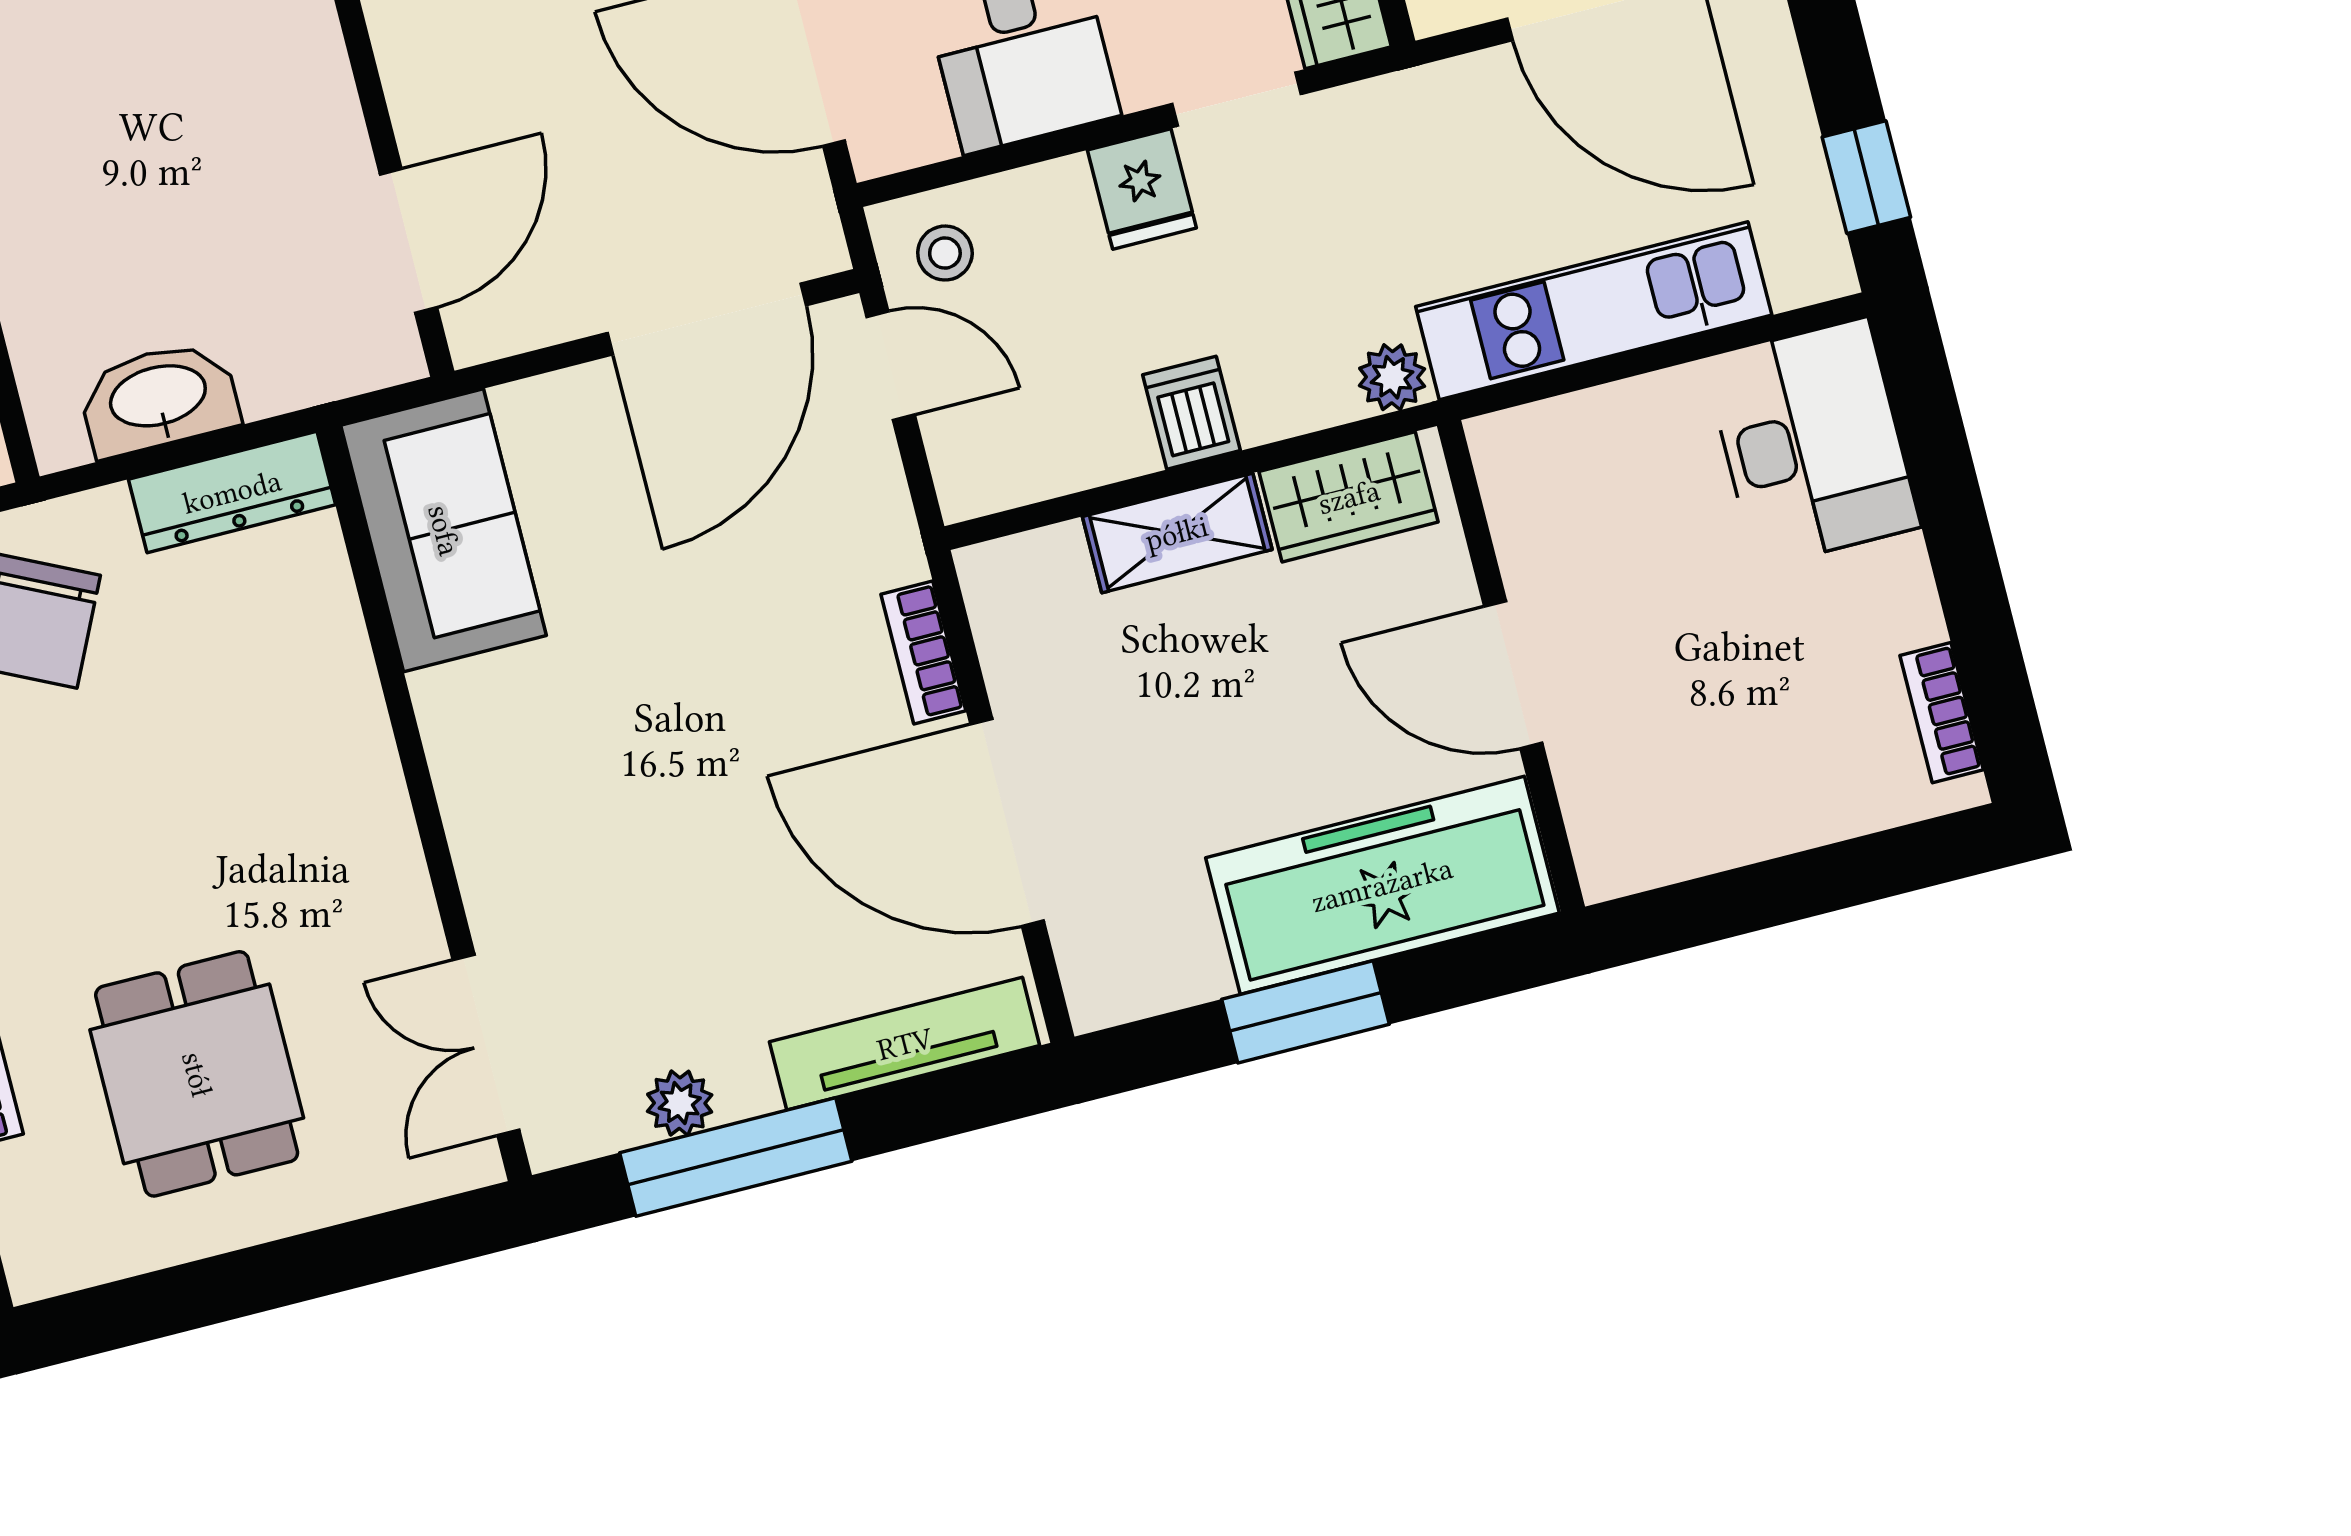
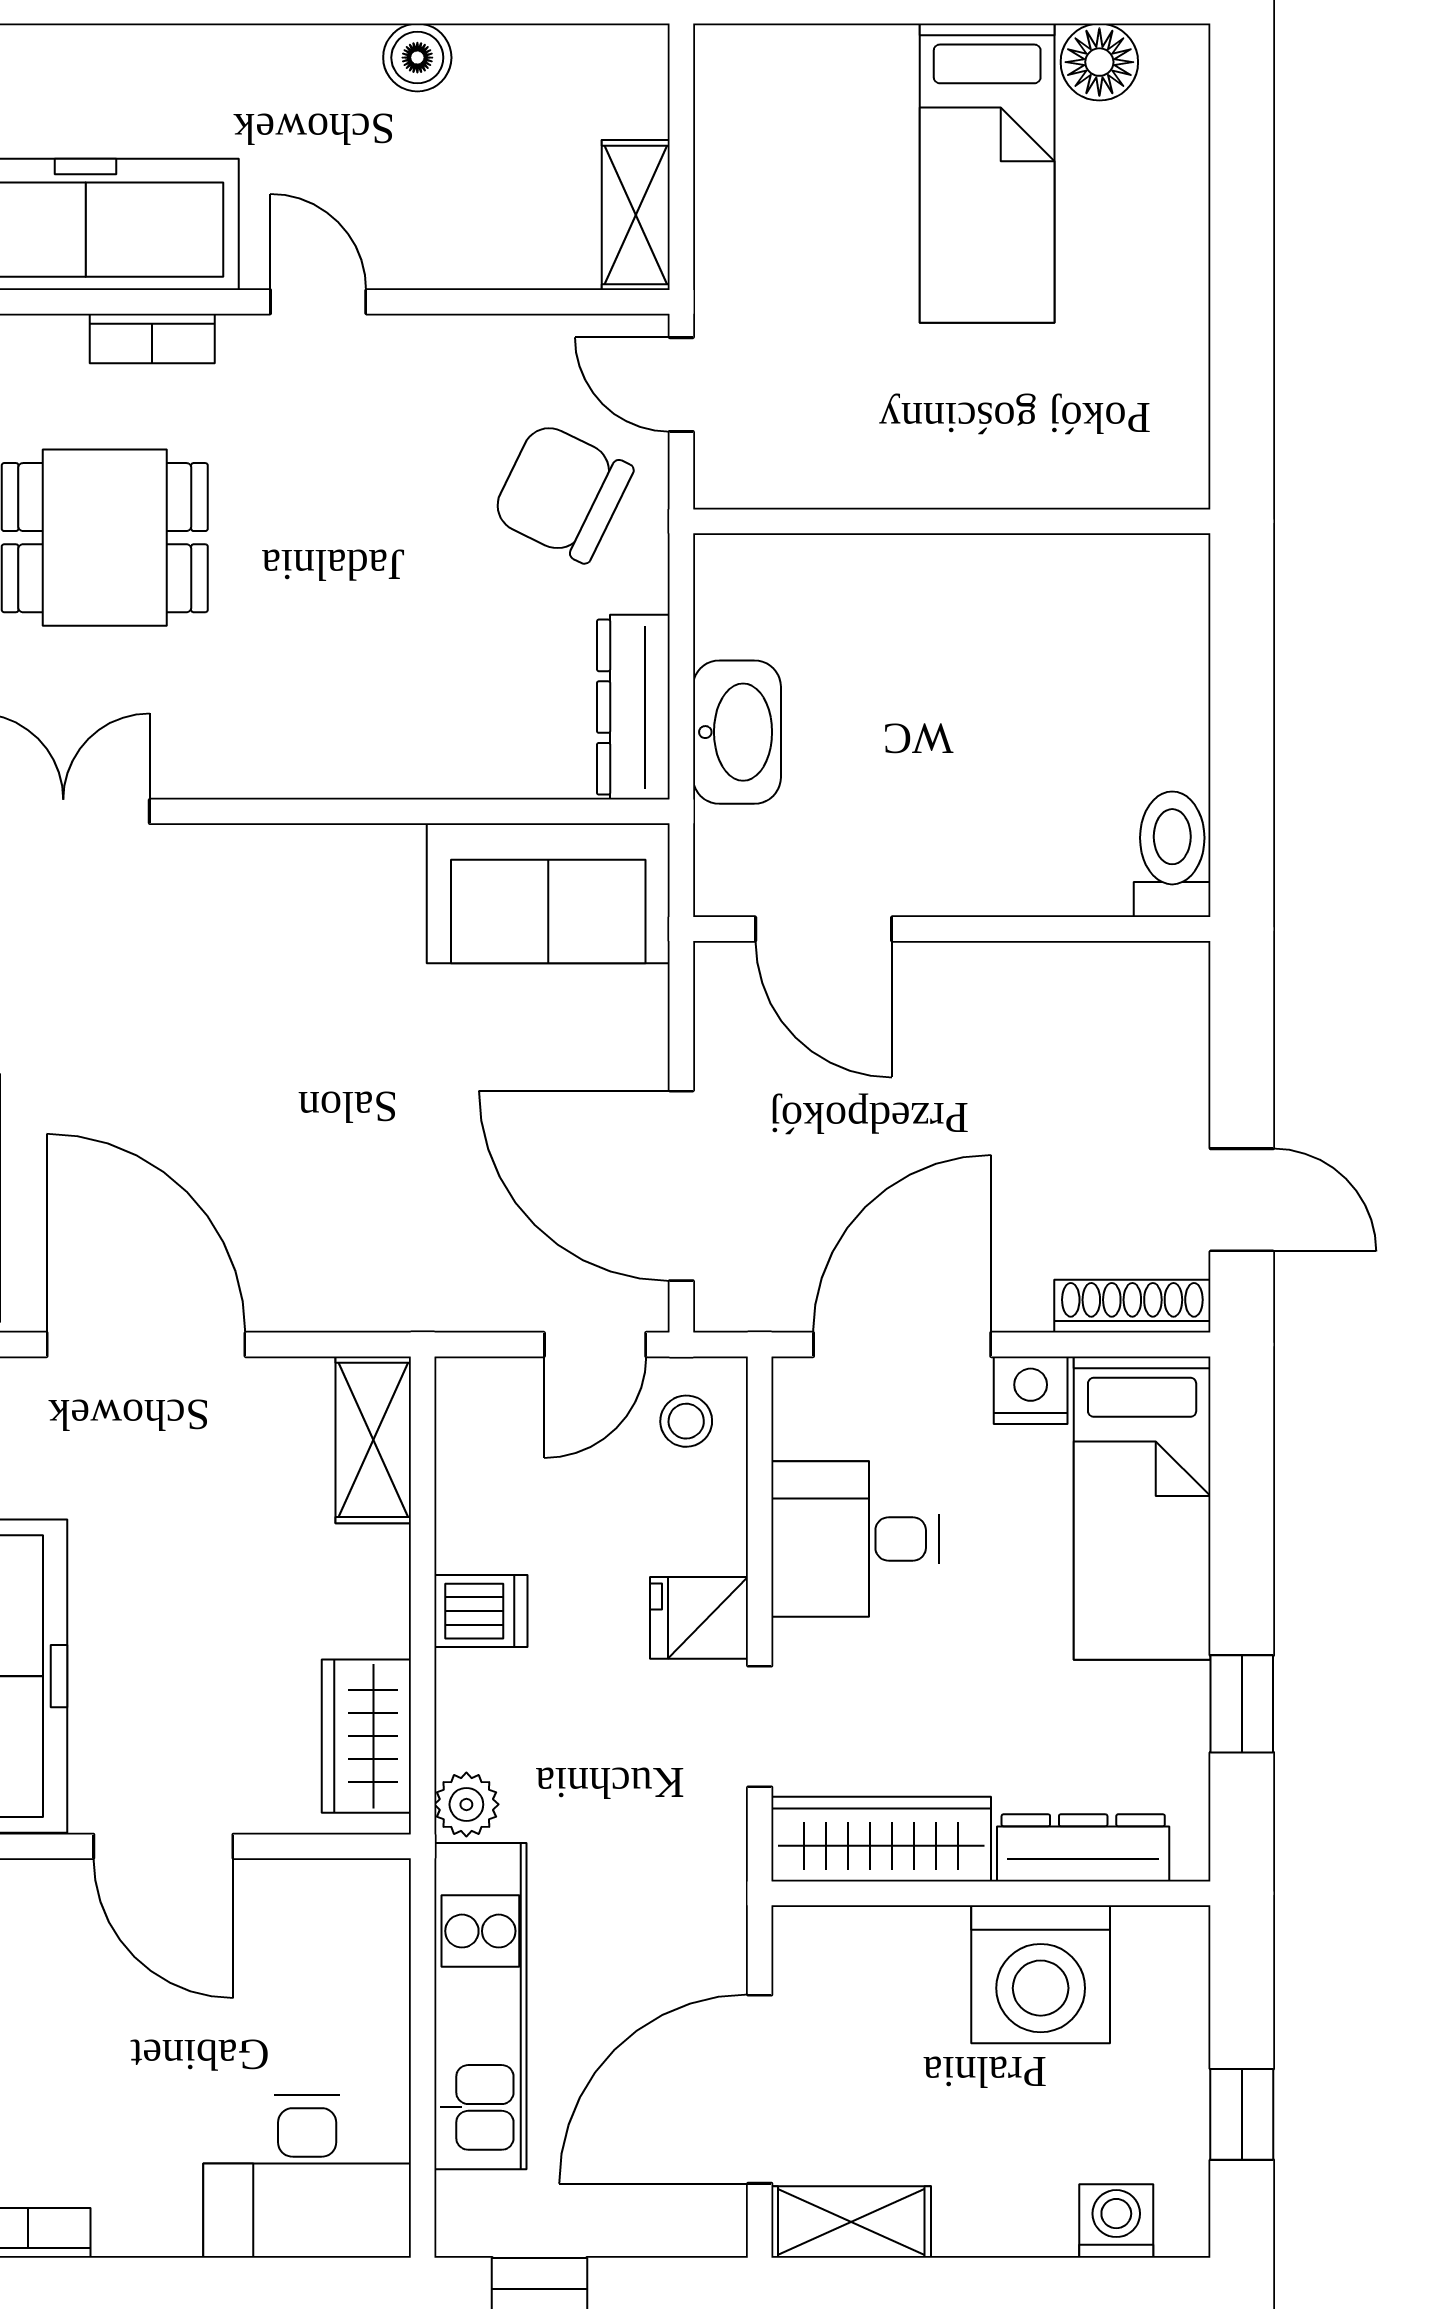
washbasin: (159, 398) -> (737, 732), moved
shelving: (1177, 533) -> (373, 1440), moved
bookcase: (923, 652) -> (323, 1307), removed
door: (1513, 675) -> (163, 1846), swing flipped
door: (1007, 823) -> (146, 1345), hinge flipped

